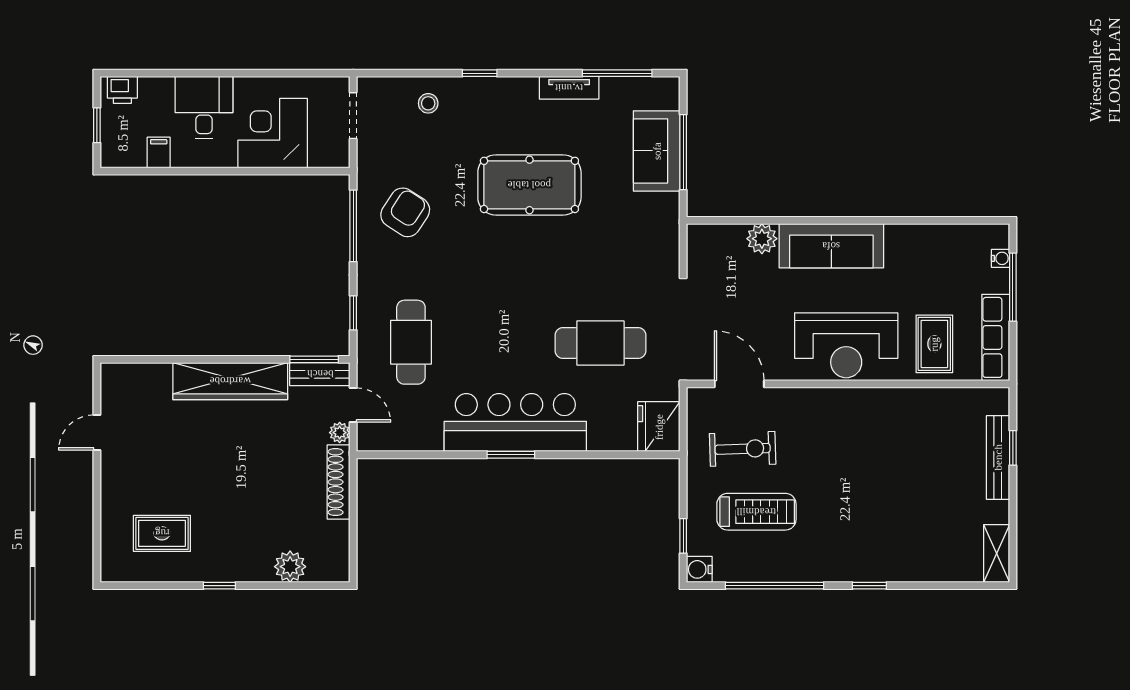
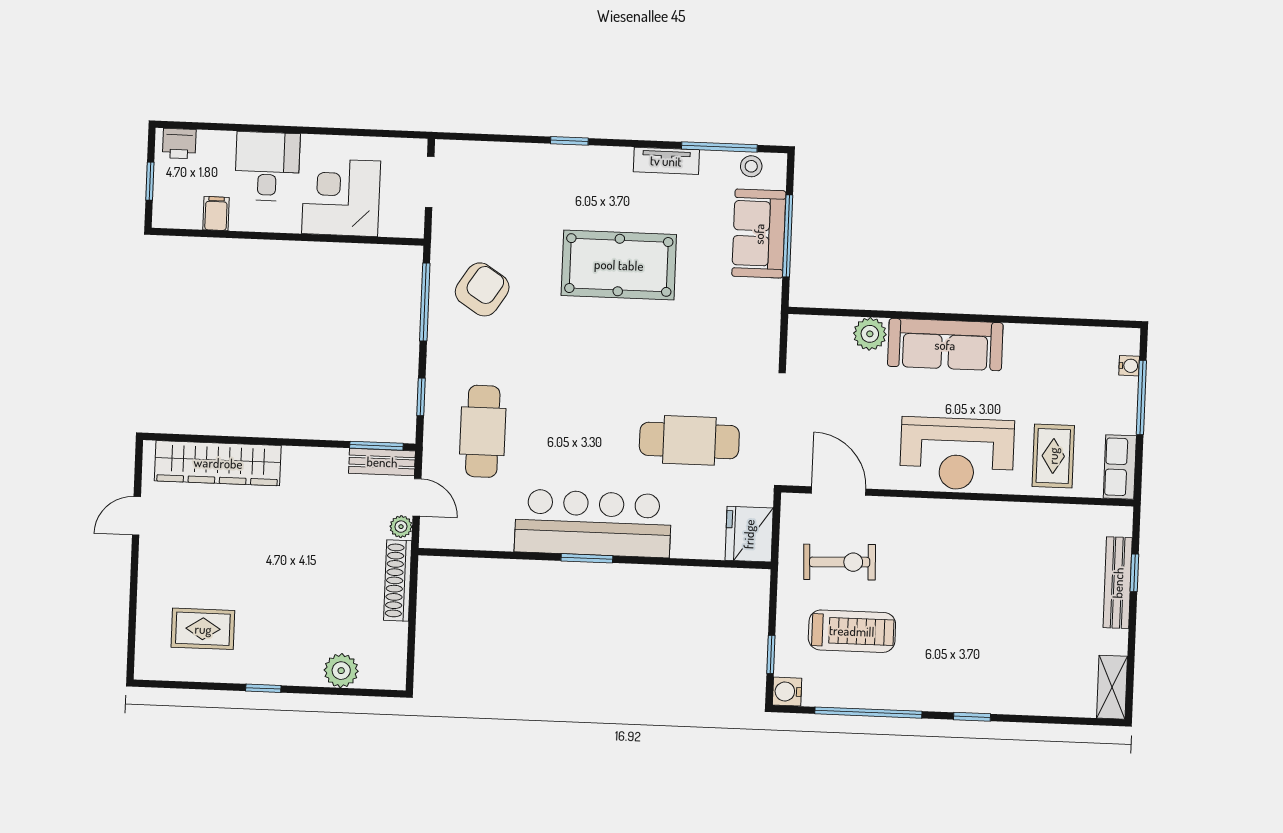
stool: (428, 103) -> (751, 166), moved
row of seats: (996, 337) -> (1120, 467), width x0.68
wardrobe: (230, 381) -> (218, 463), moved

